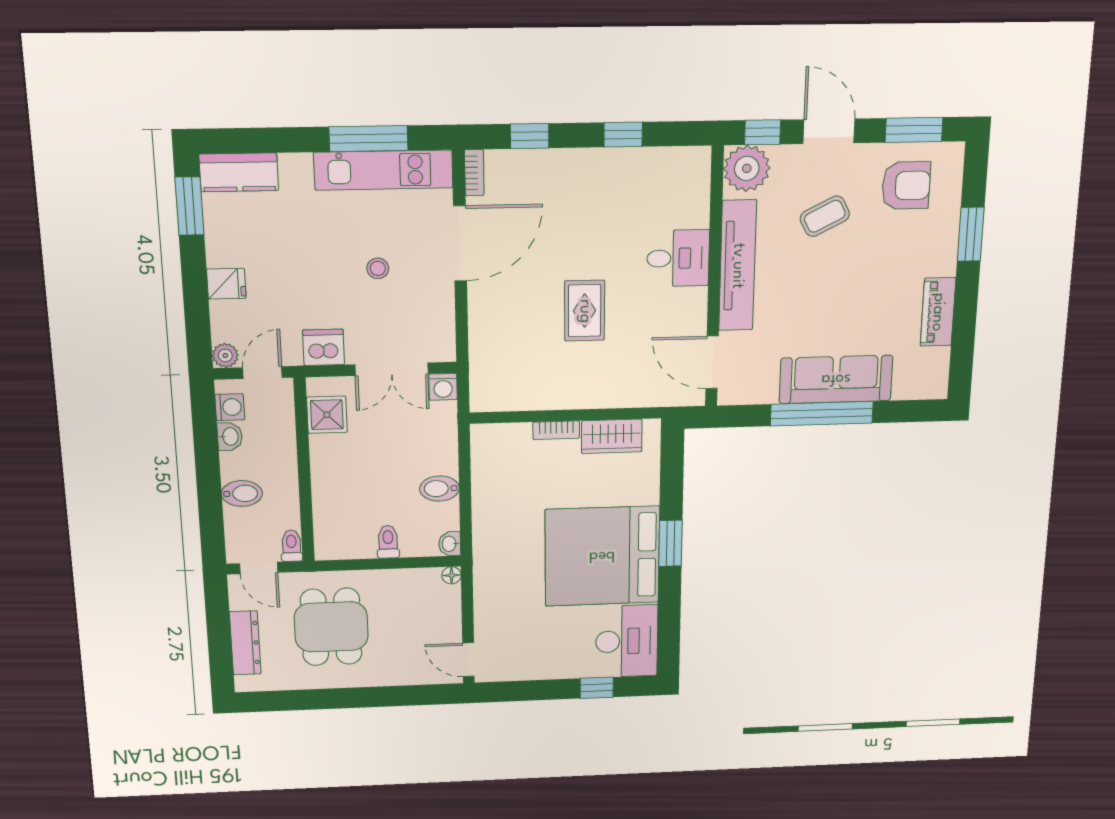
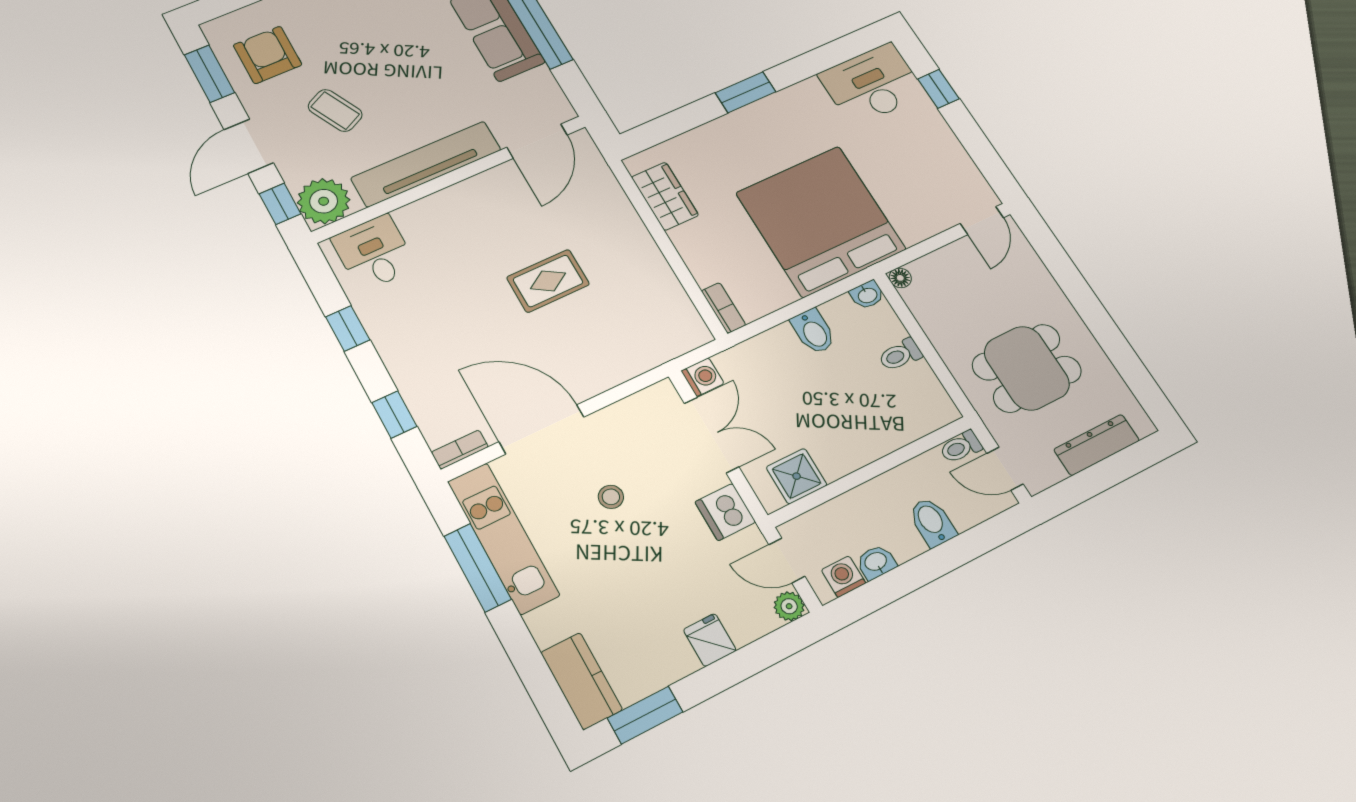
desk: (678, 258) -> (374, 253), moved
bookcase: (556, 430) -> (724, 308), moved
bed: (602, 556) -> (821, 221), moved, turned 180
door: (259, 568) -> (1005, 469), swing flipped

